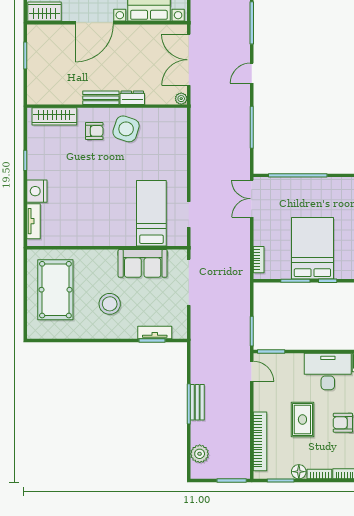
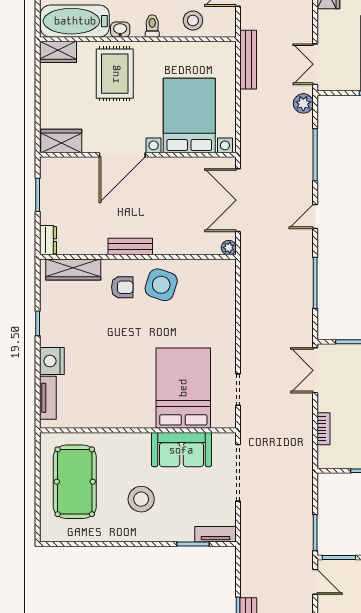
dresser: (132, 98) -> (48, 240), moved, turned 90
bed: (151, 213) -> (183, 388), width x1.50
bookcase: (259, 260) -> (324, 429), moved
tv unit: (155, 333) -> (216, 534), moved

